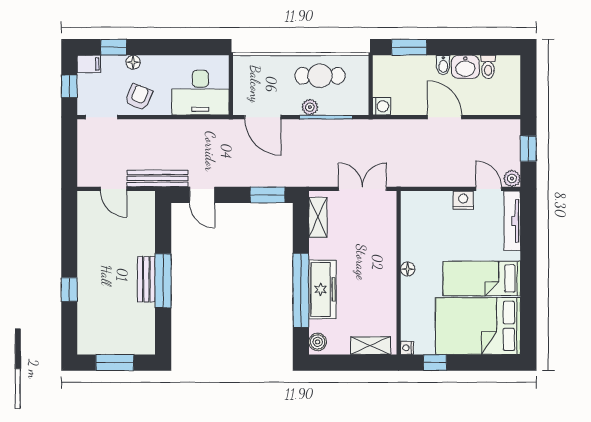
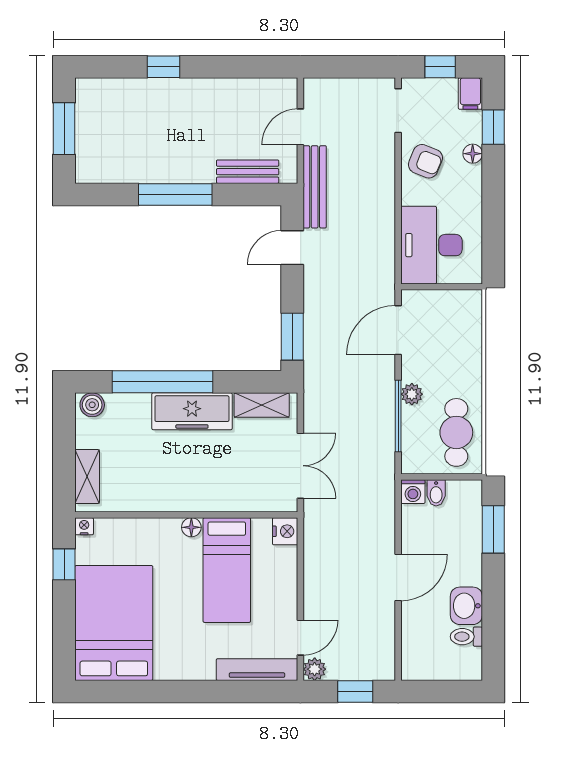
bidet: (443, 65) -> (436, 493), moved, turned -90
cafe table: (320, 76) -> (456, 432), moved
nightstand: (463, 200) -> (285, 531), moved
bed: (482, 278) -> (227, 570), moved, turned 180
bench: (146, 279) -> (248, 172), moved
freezer: (322, 289) -> (192, 411), moved

